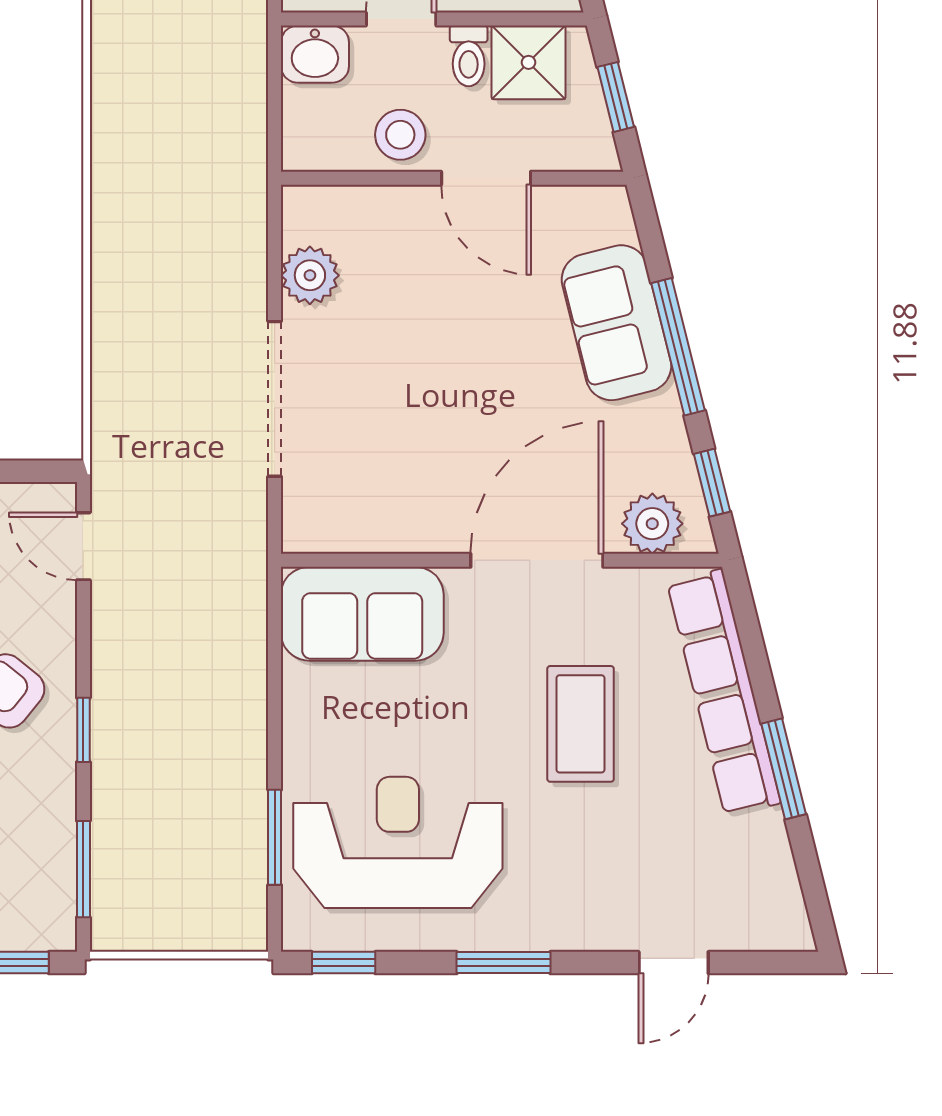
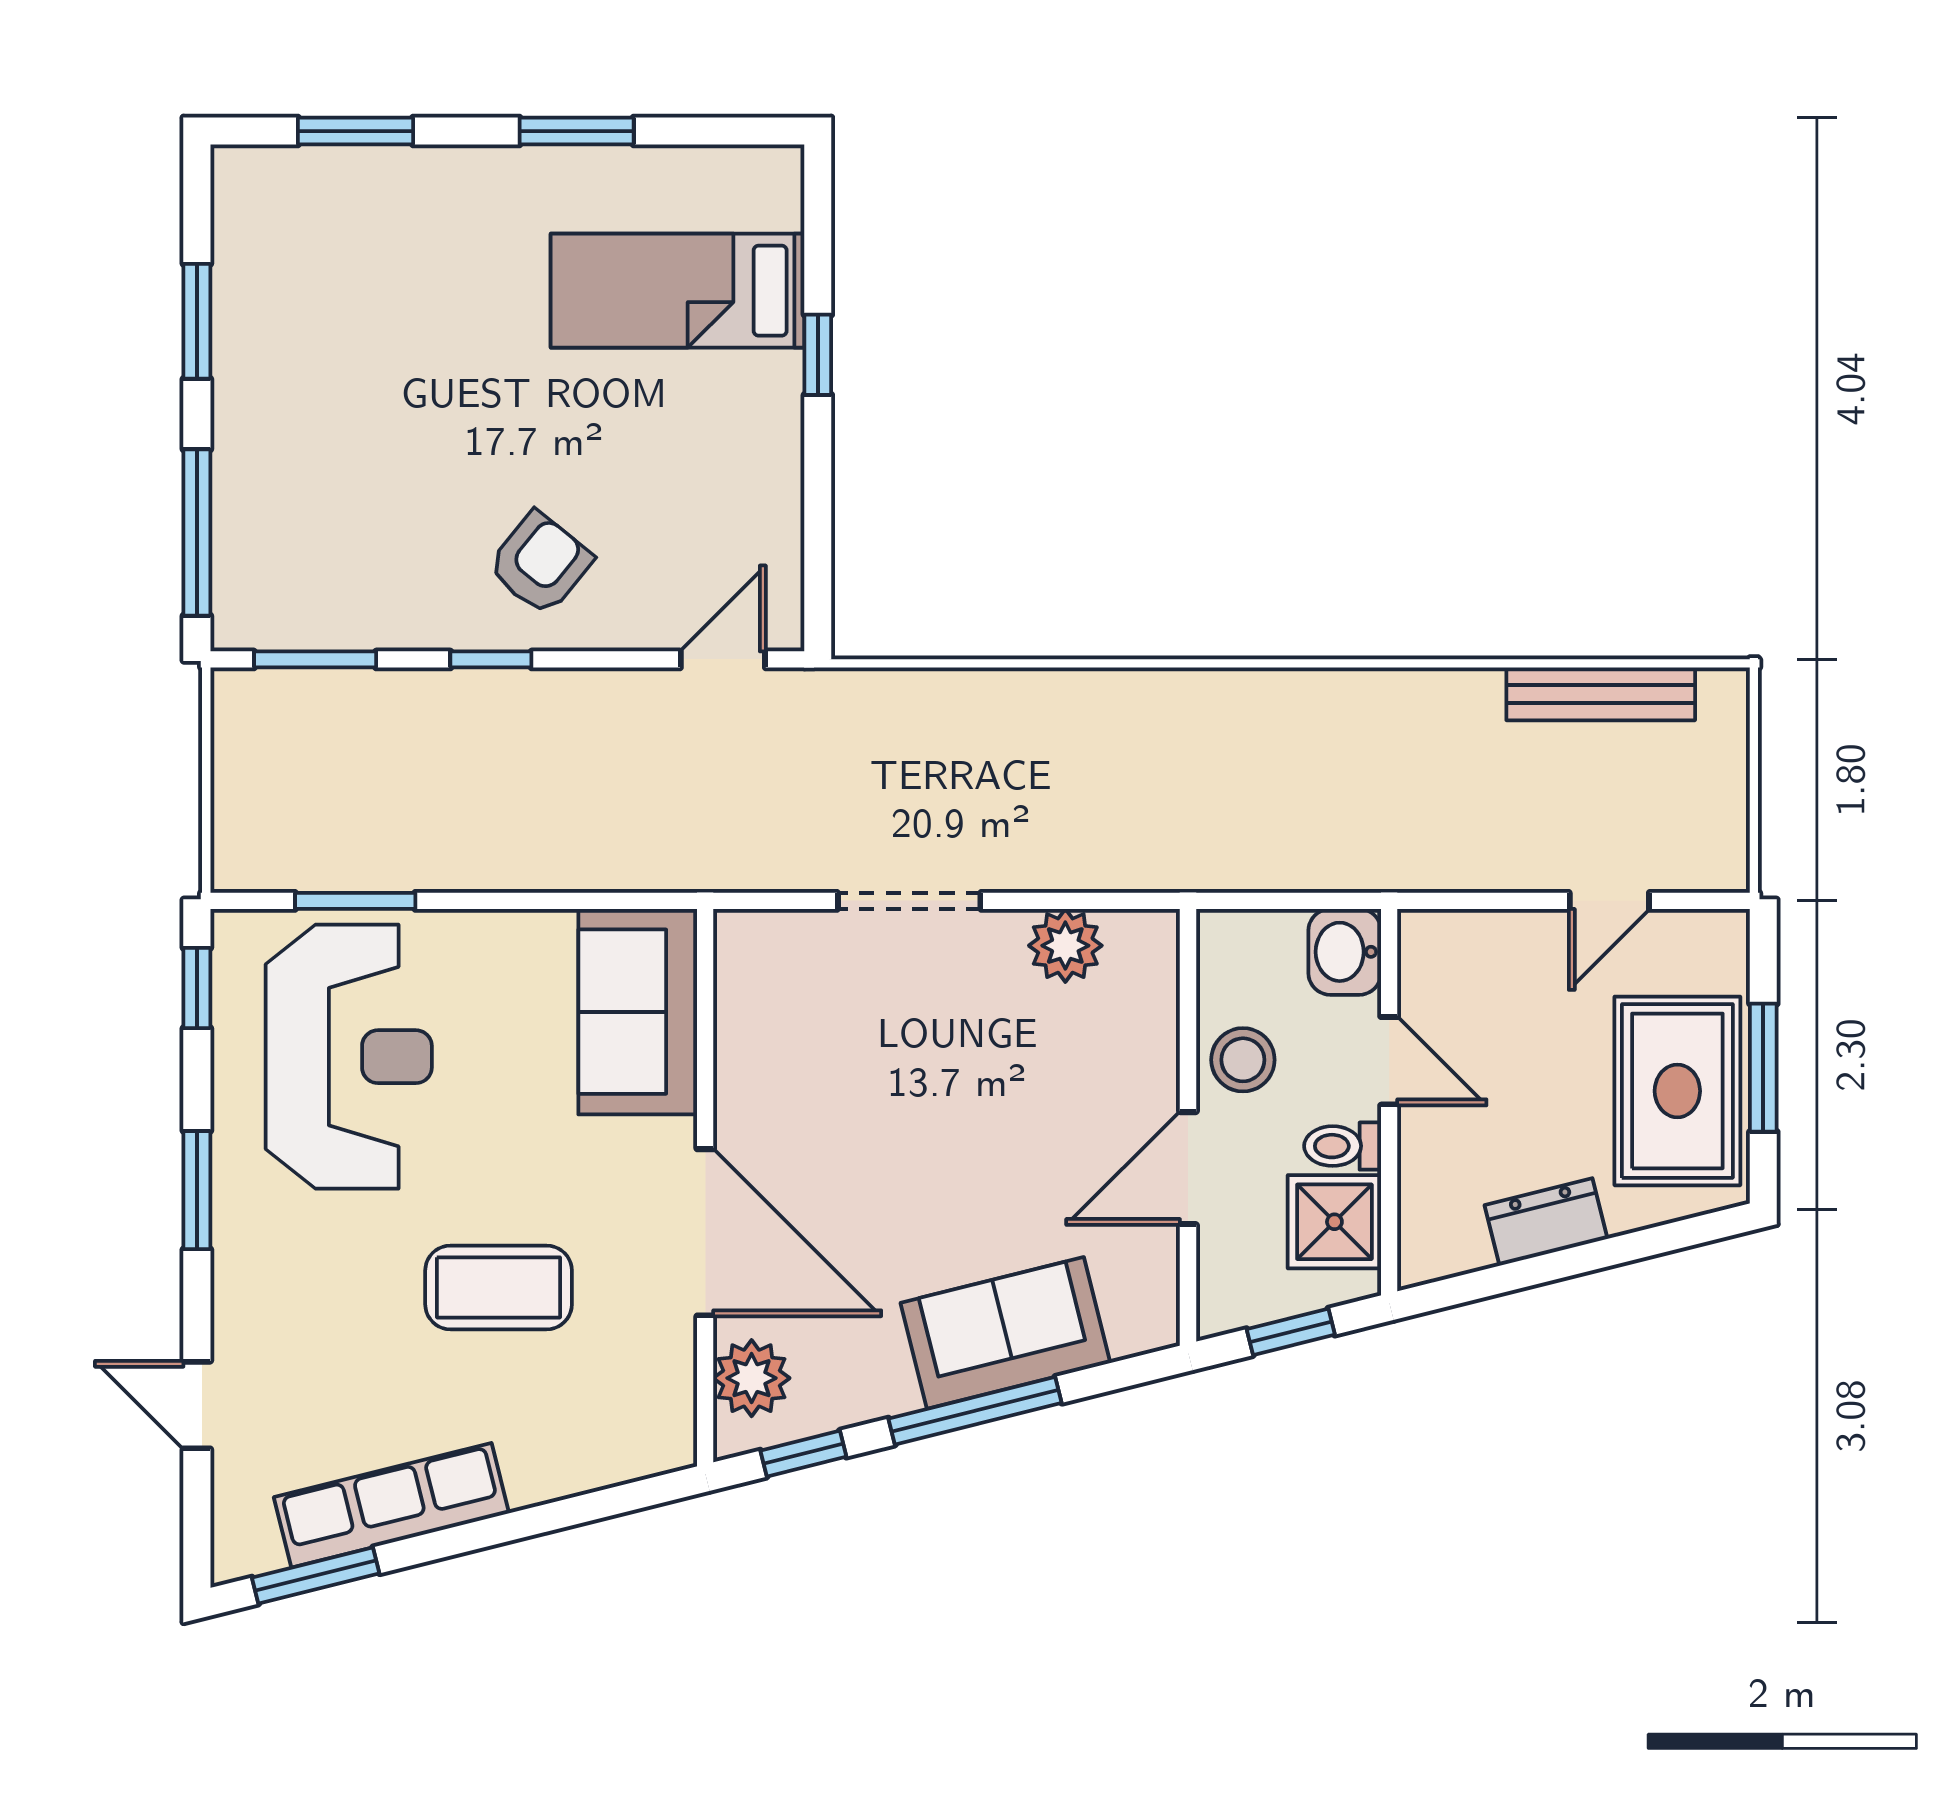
doorway: (275, 399) -> (909, 901), width x0.73
row of seats: (724, 693) -> (391, 1505), moved, width x0.73
window: (784, 769) -> (316, 1575), moved

